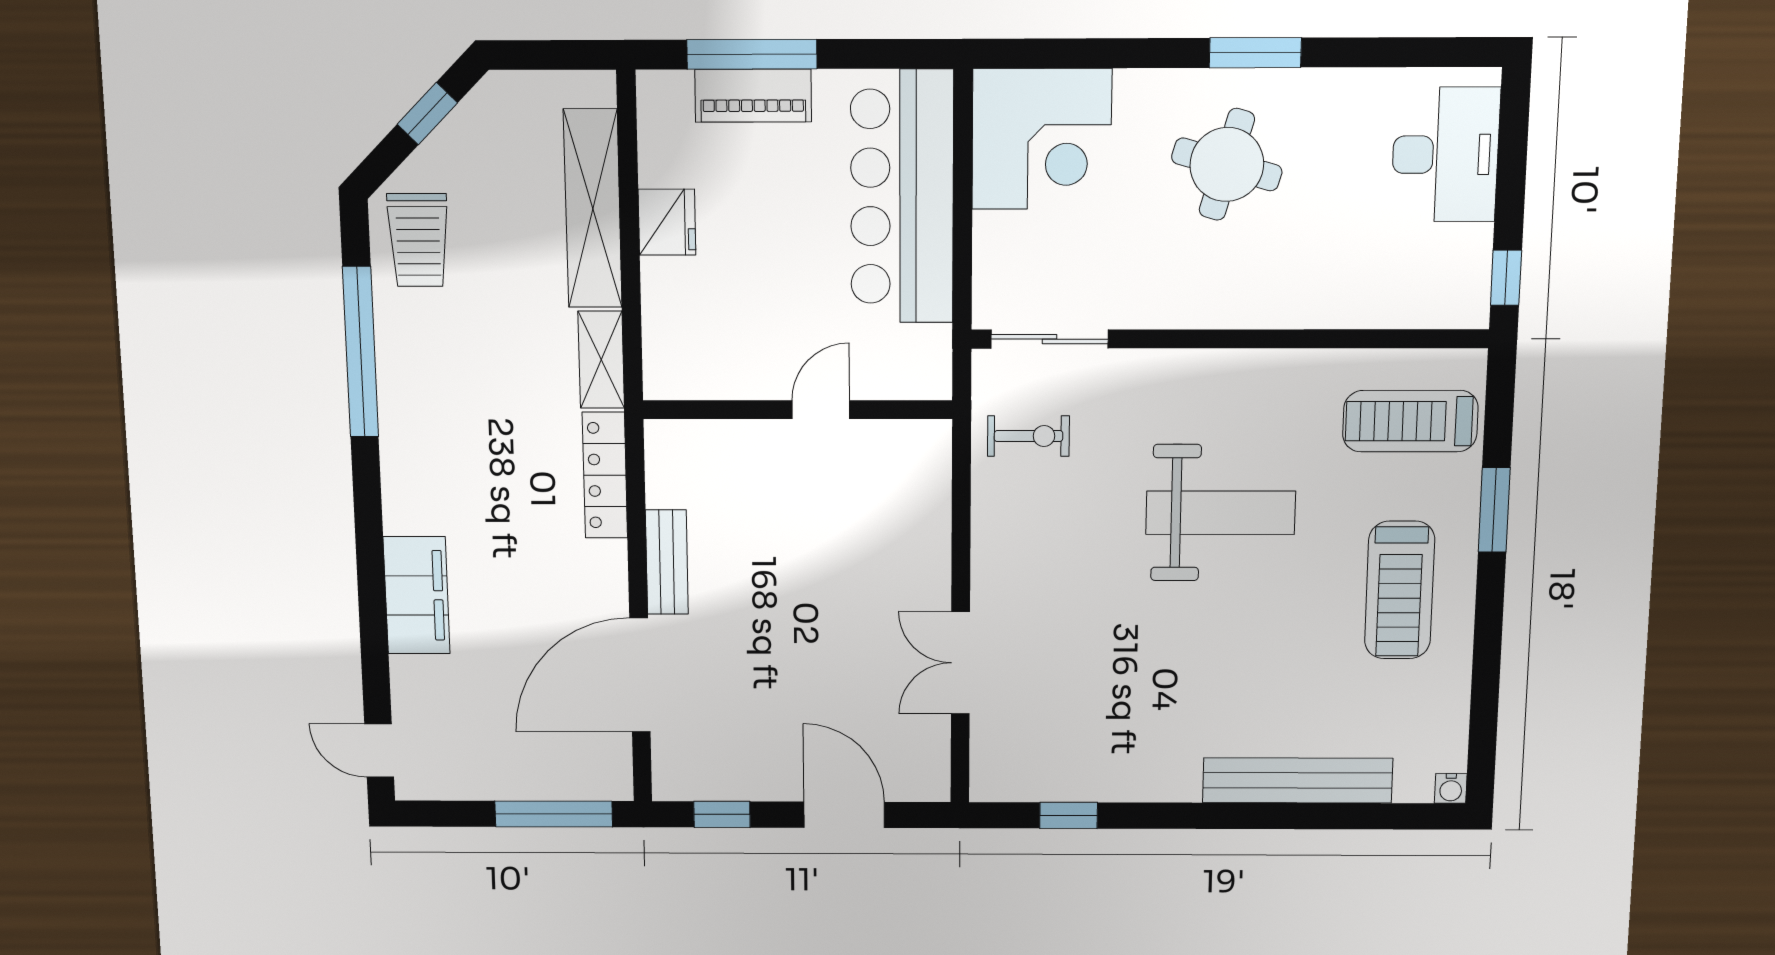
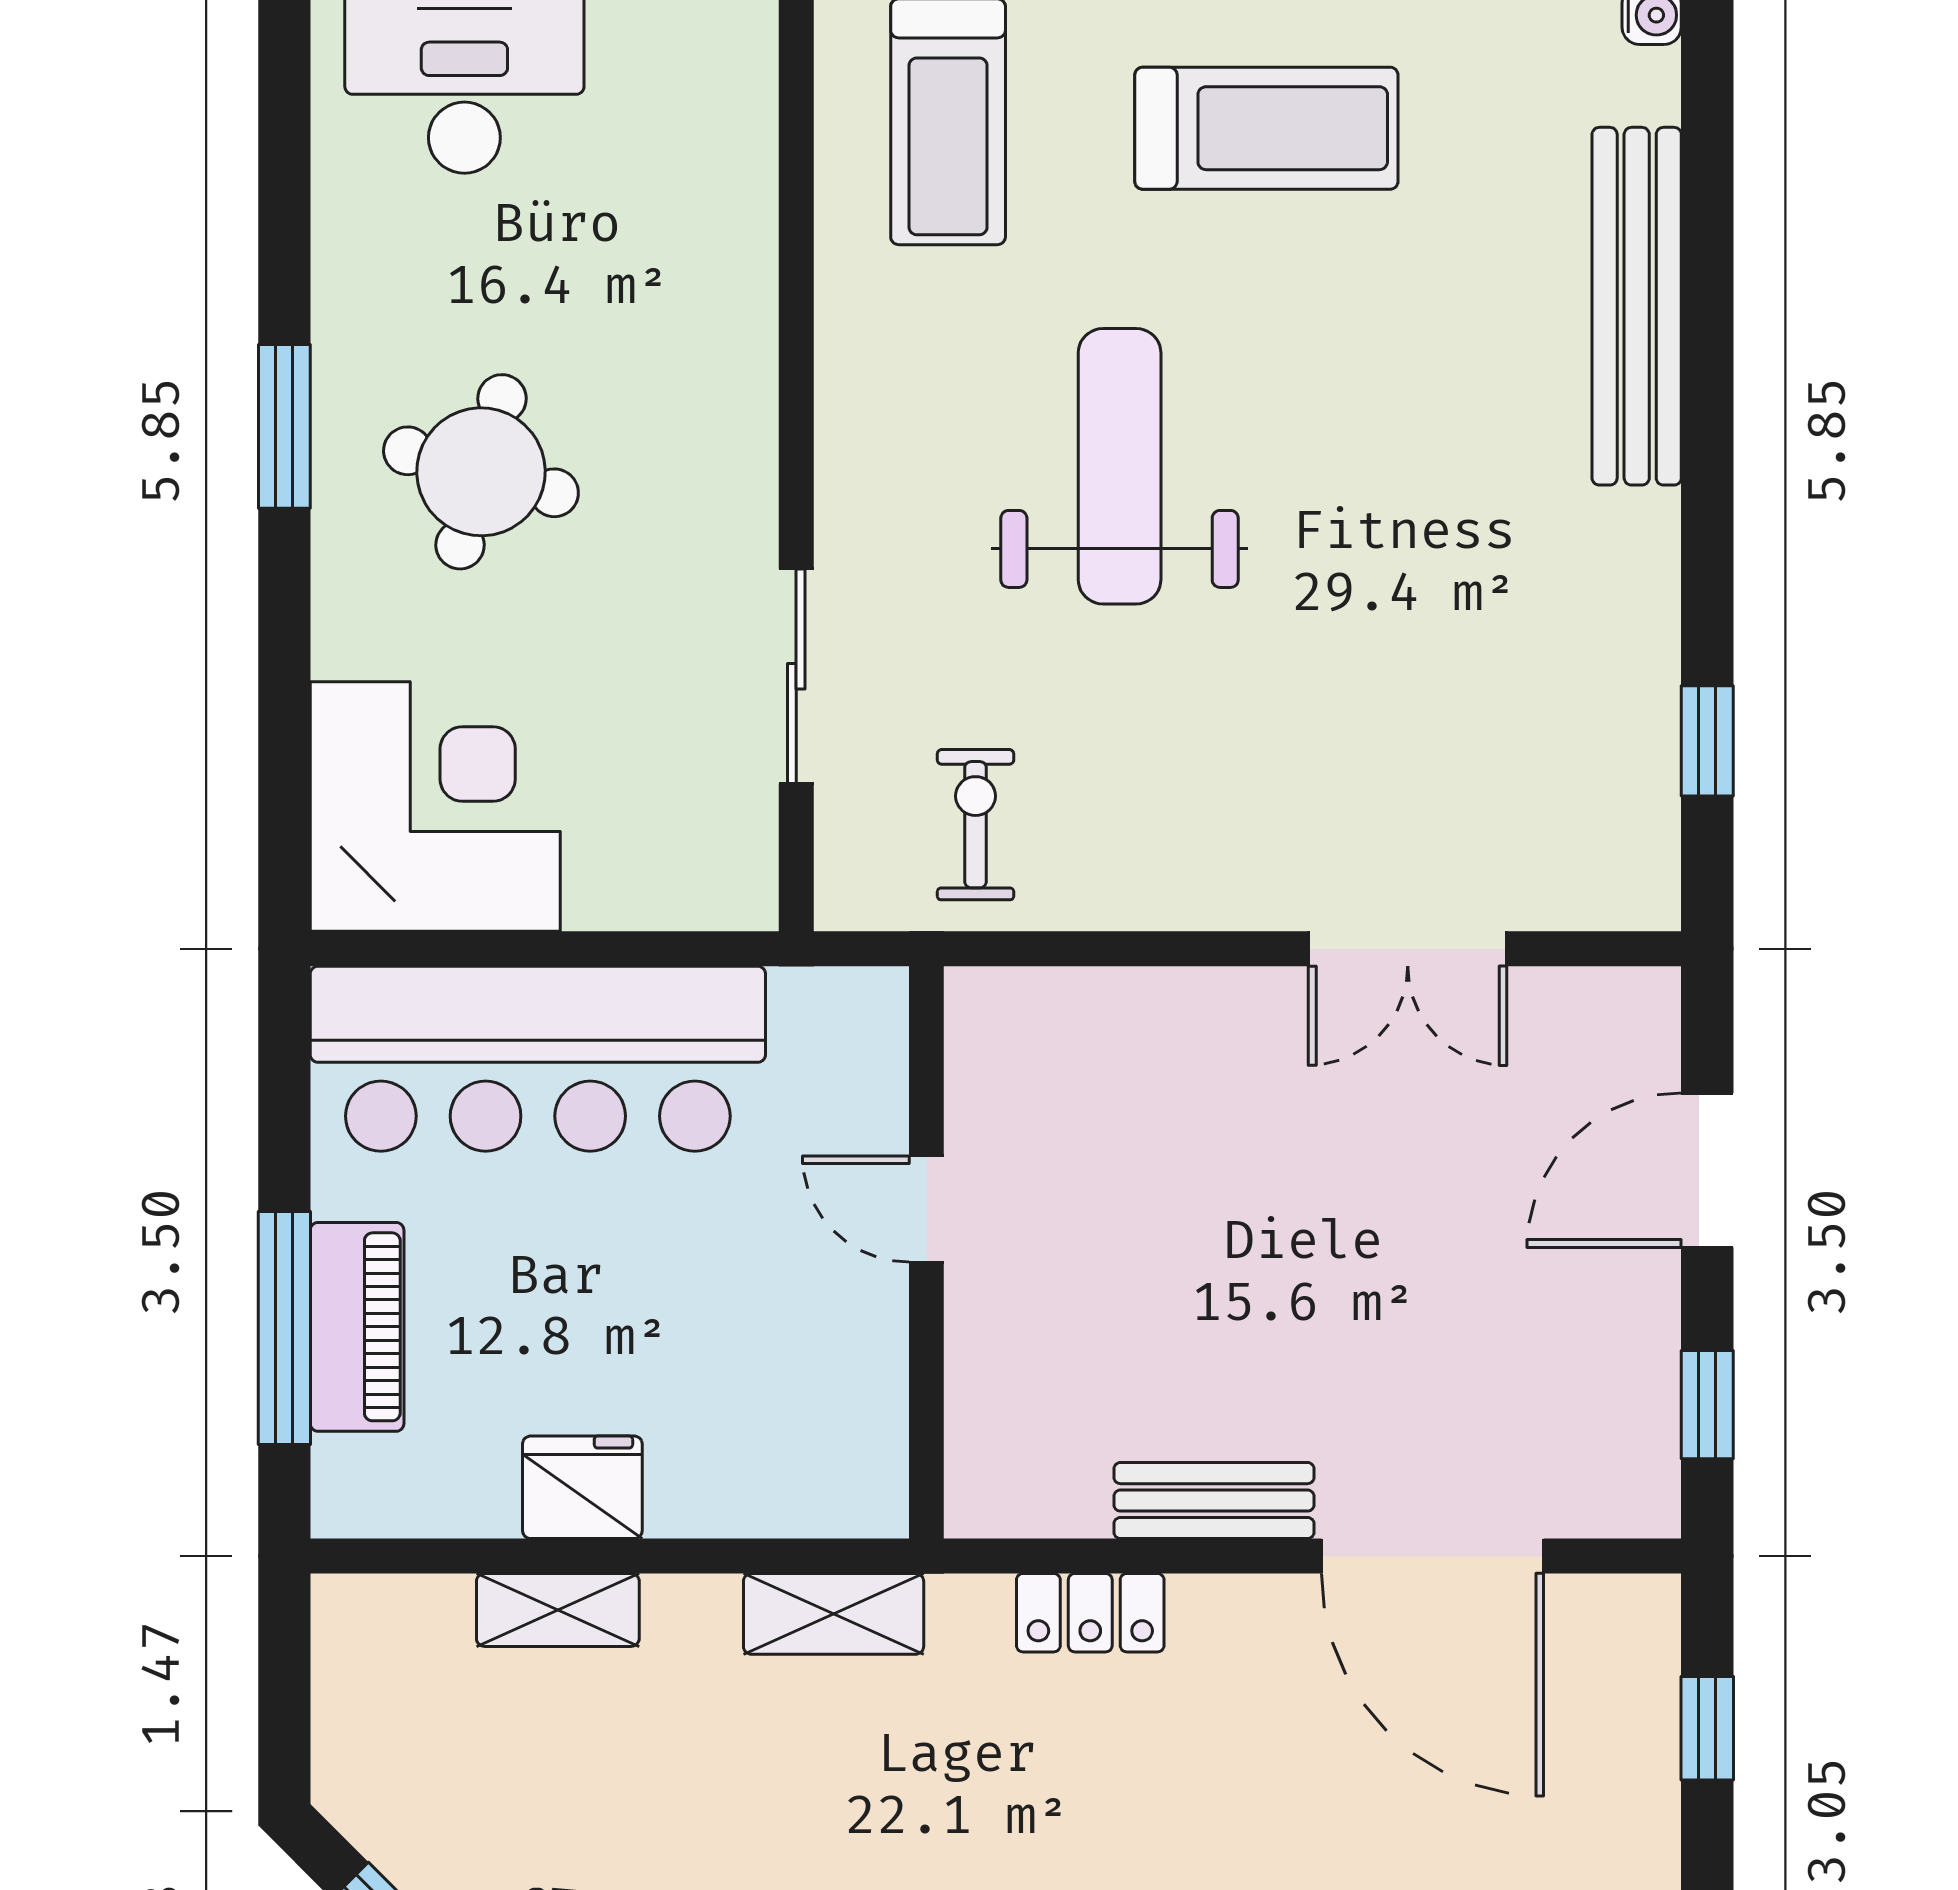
shelving: (593, 209) -> (558, 1610), width x0.45, depth x0.75
sliding door: (1050, 339) -> (796, 676), moved
locker: (605, 475) -> (1090, 1613), width x0.66
window: (554, 814) -> (1707, 1728), width x0.46

